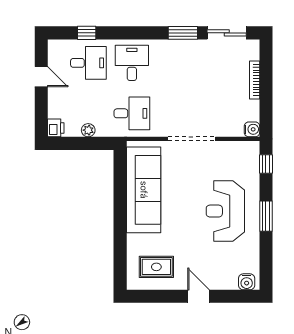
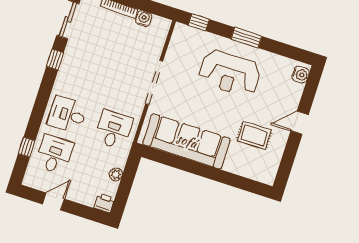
window: (183, 33) -> (55, 59), width x0.67
water cooler: (252, 129) -> (144, 19), moved
rug: (156, 267) -> (254, 135), moved, turned 90

